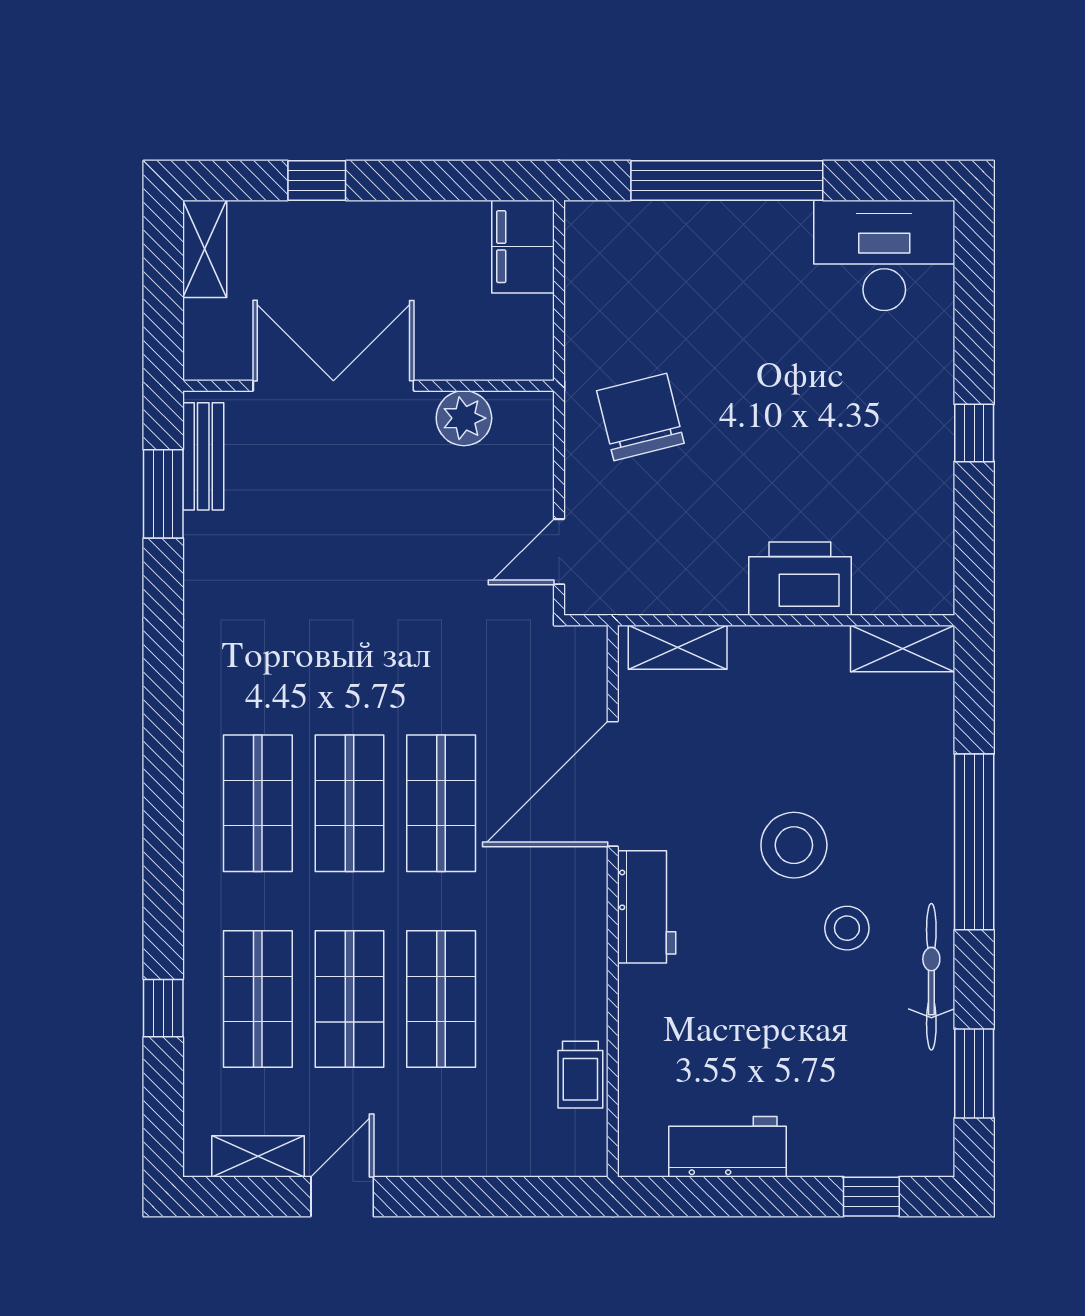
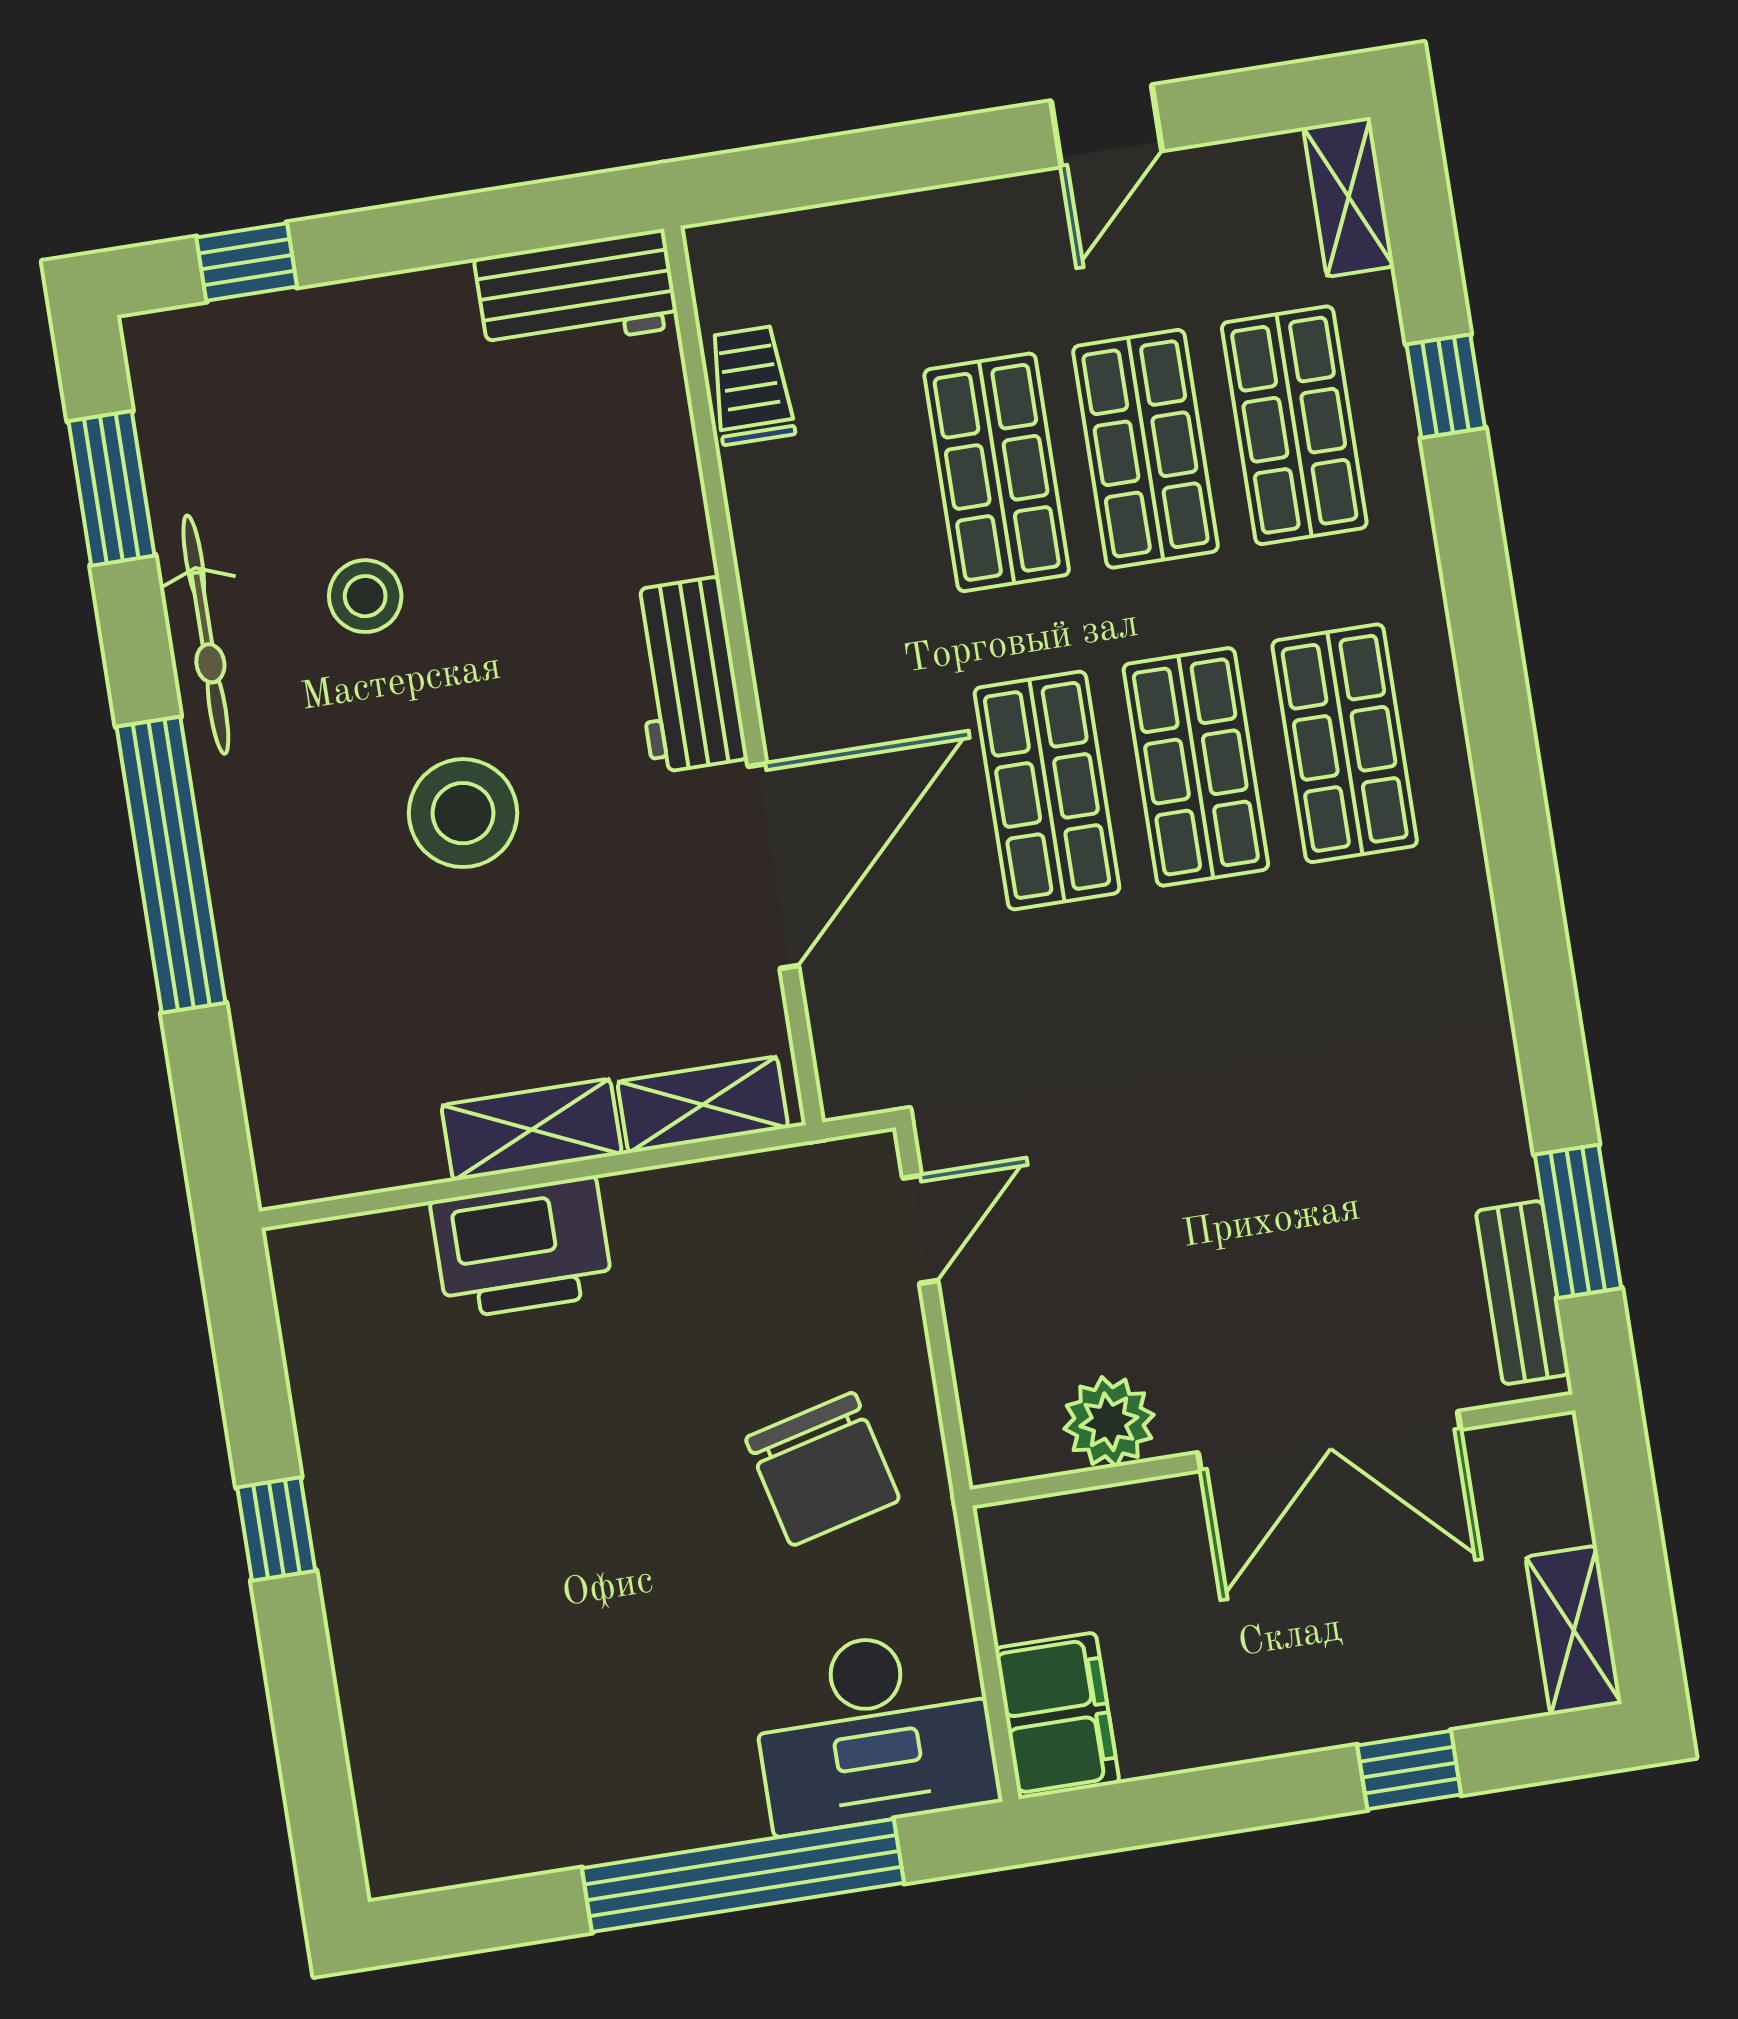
desk: (884, 255) -> (874, 1730), moved
shelving: (903, 648) -> (532, 1130), moved
stool: (847, 928) -> (365, 596), moved
workbench: (728, 1147) -> (577, 293), moved
shelving: (258, 1156) -> (1349, 197), moved, turned 90

